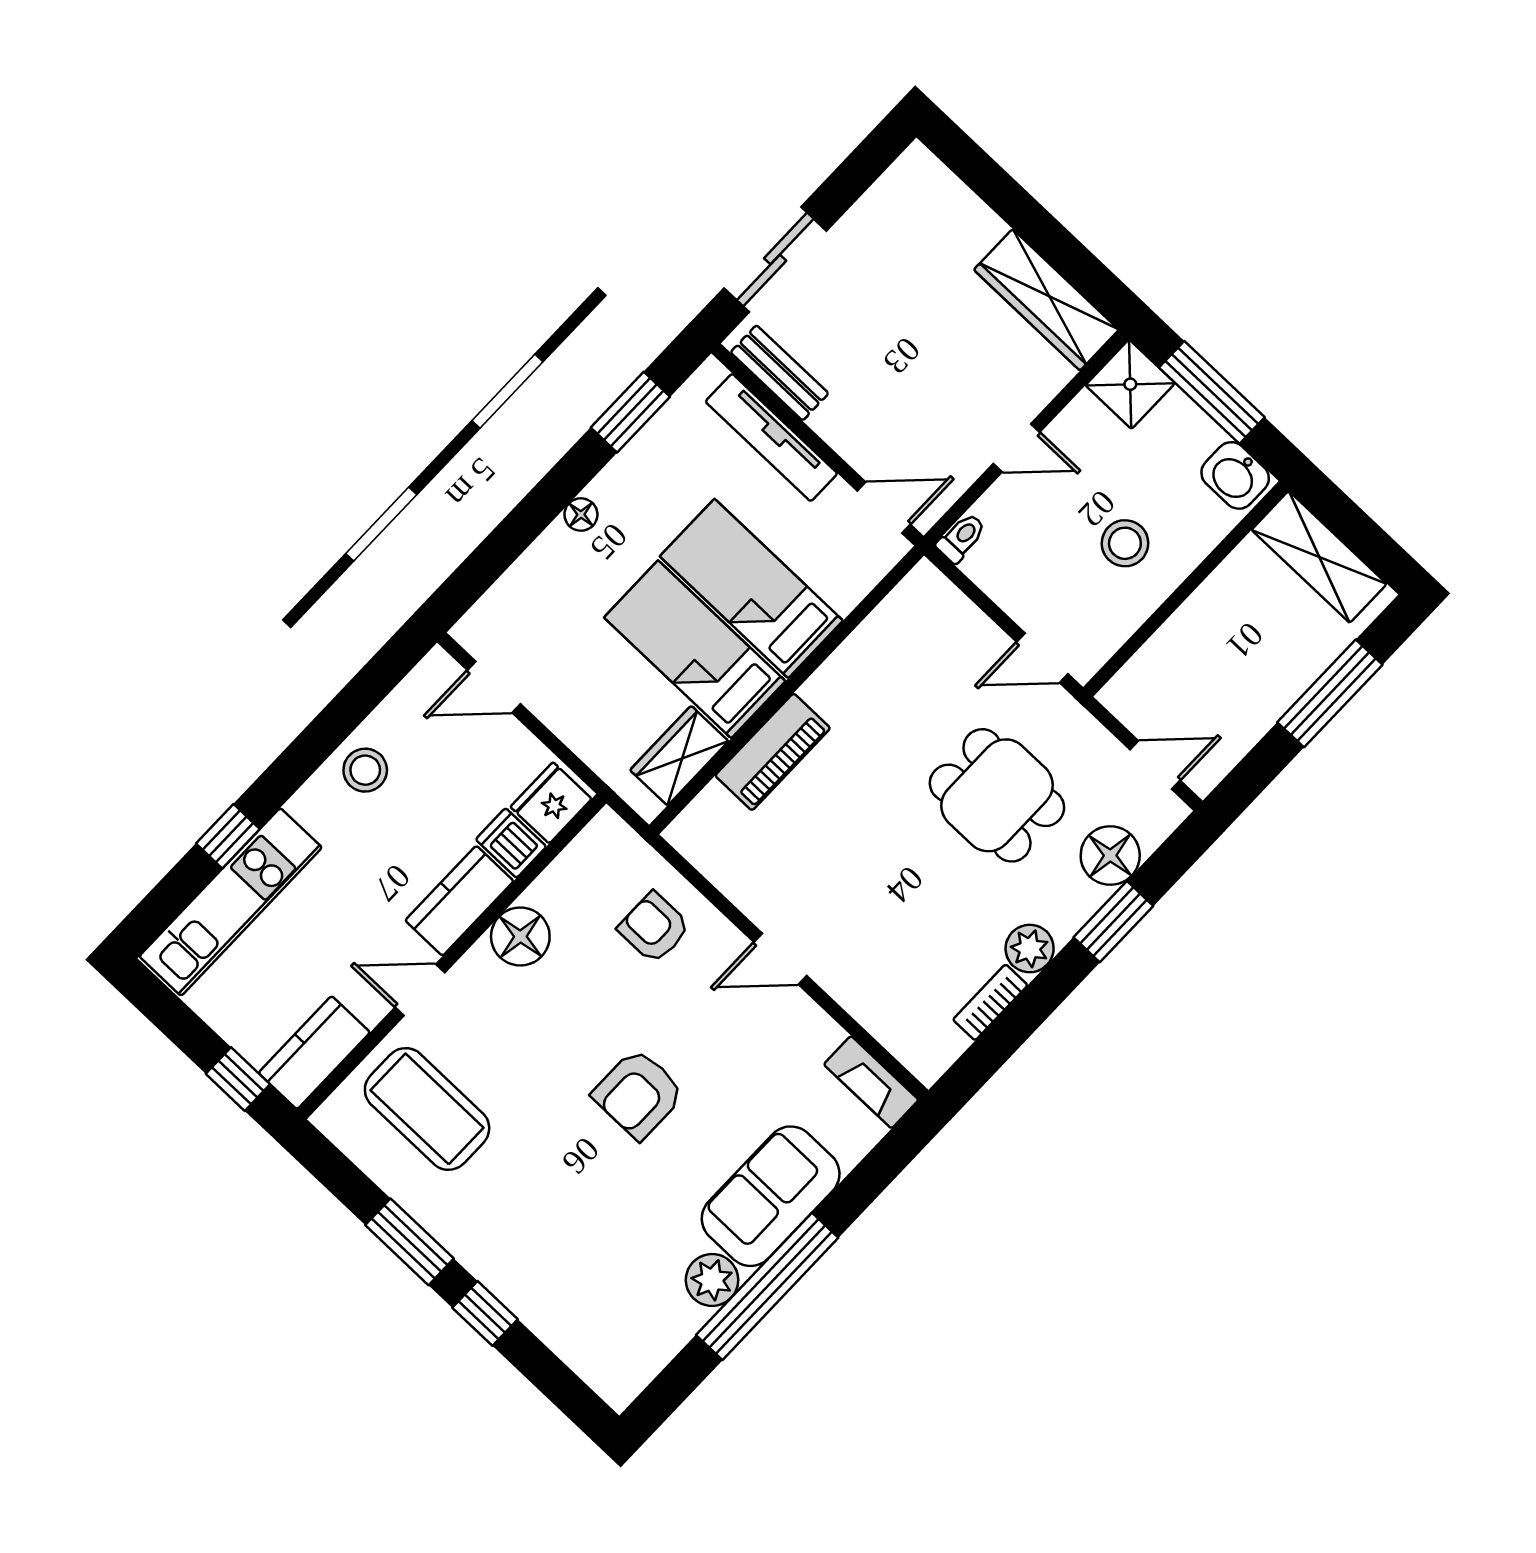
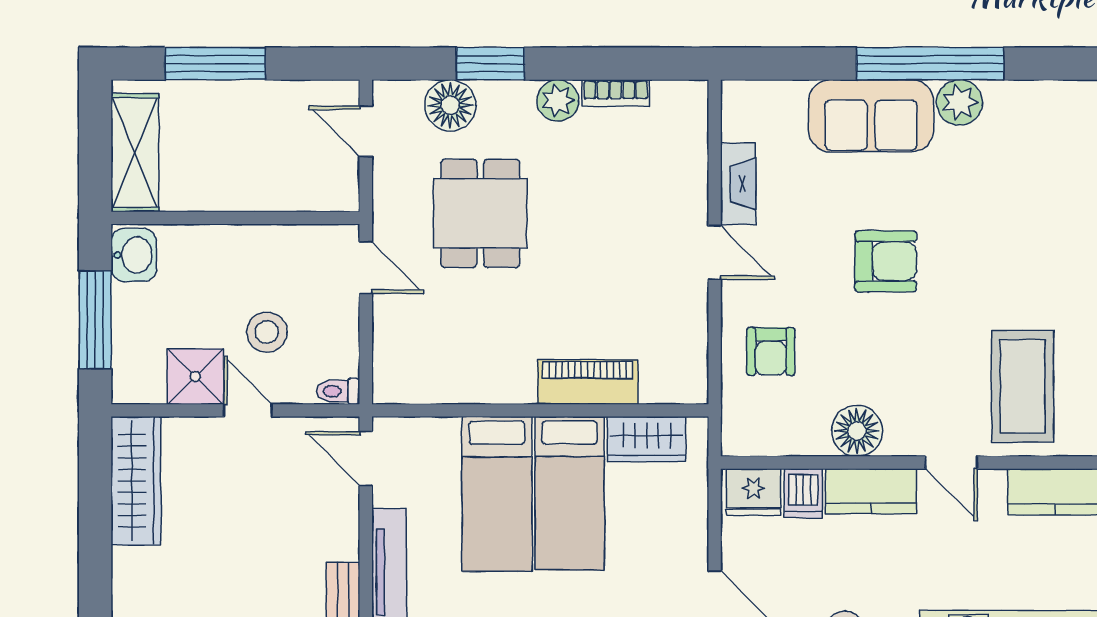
shower: (1130, 384) -> (195, 376), moved
stool: (1125, 543) -> (267, 332), moved
fireplace: (871, 1082) -> (738, 184), moved

